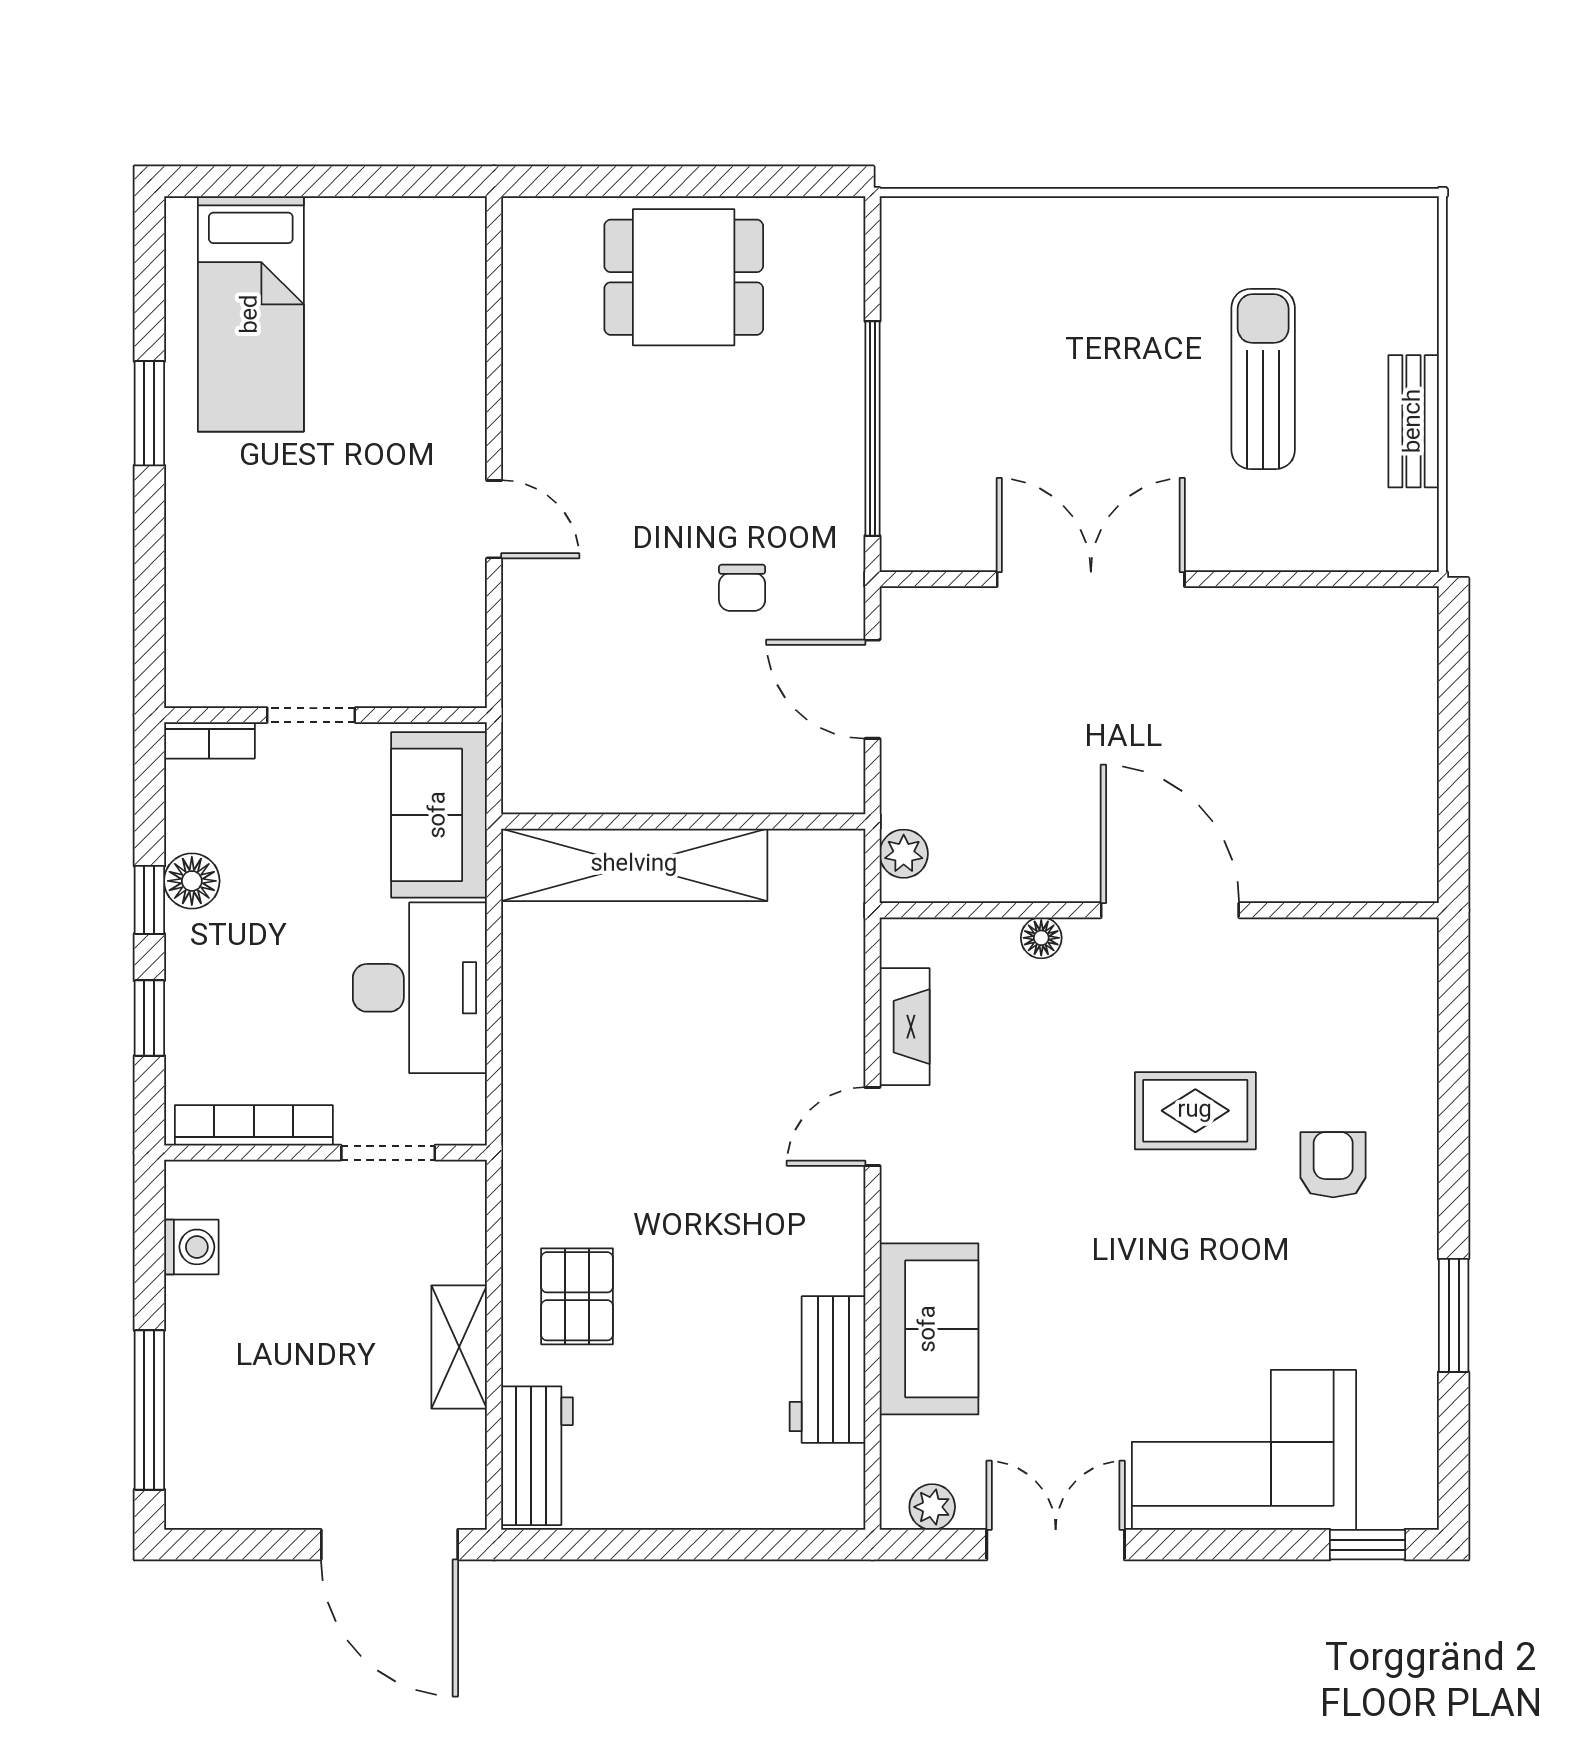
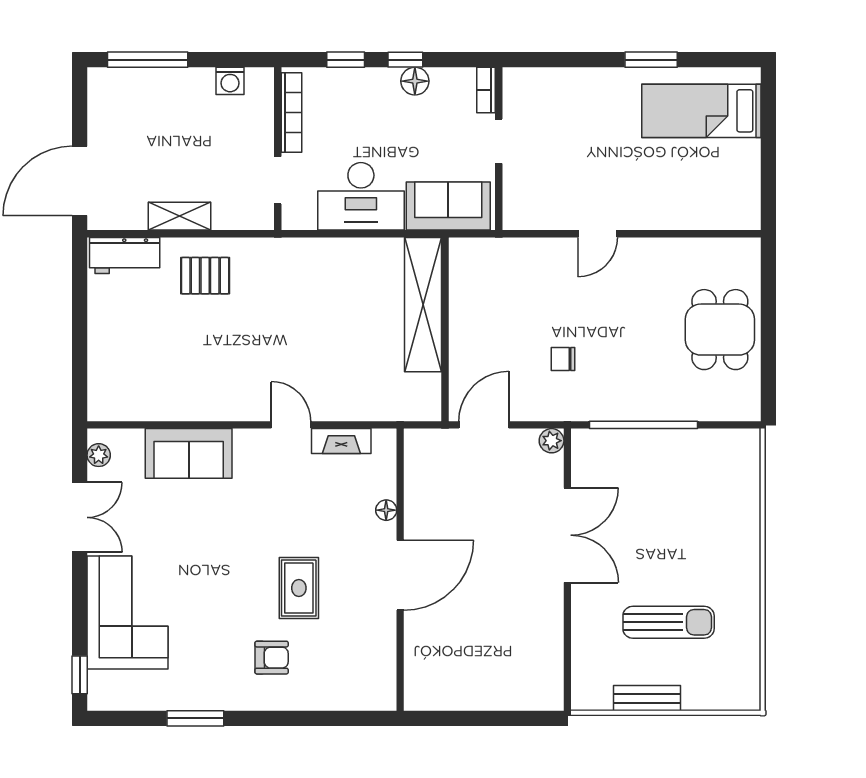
door: (872, 689) -> (484, 425), moved
plant: (904, 854) -> (552, 441), moved
workbench: (827, 1370) -> (168, 402), removed

